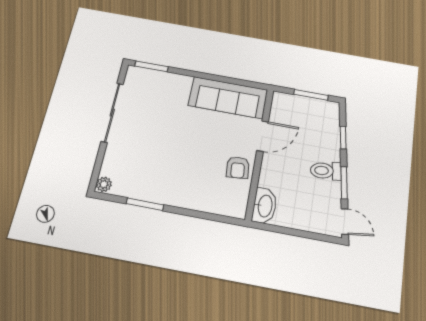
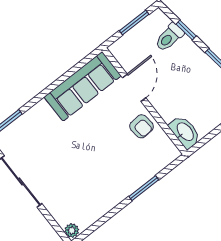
toilet: (326, 171) -> (169, 37), moved
window: (145, 204) -> (144, 188), moved

